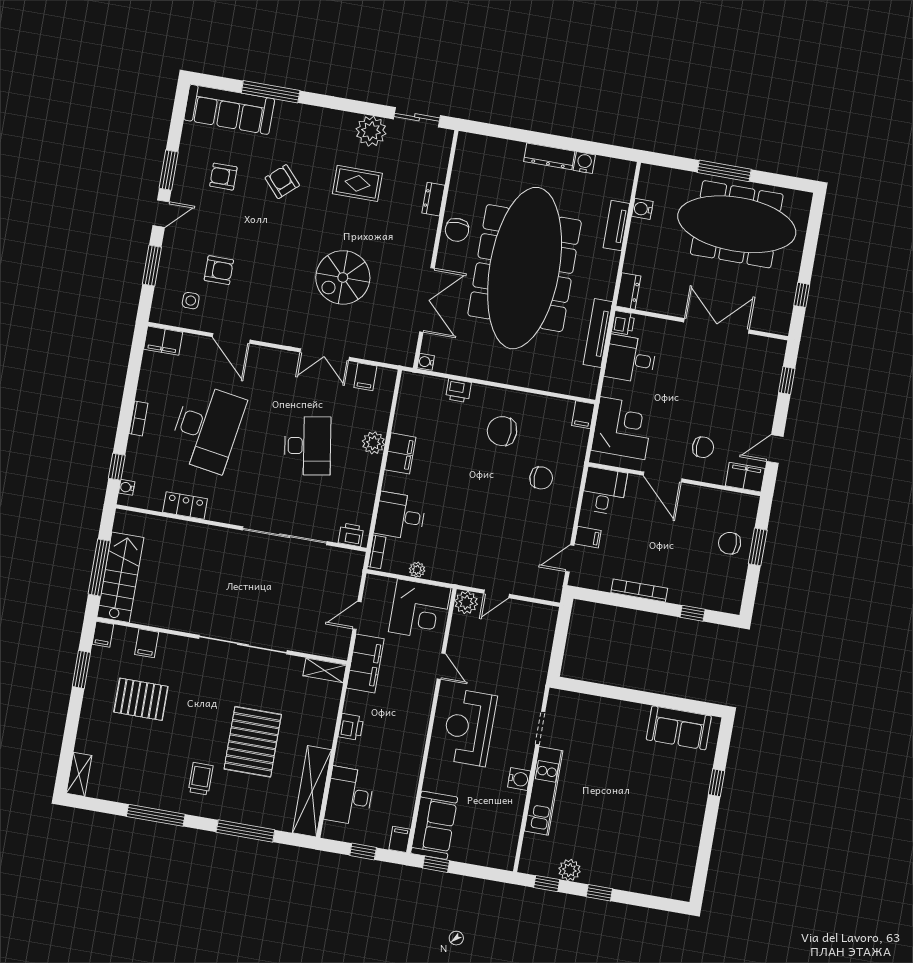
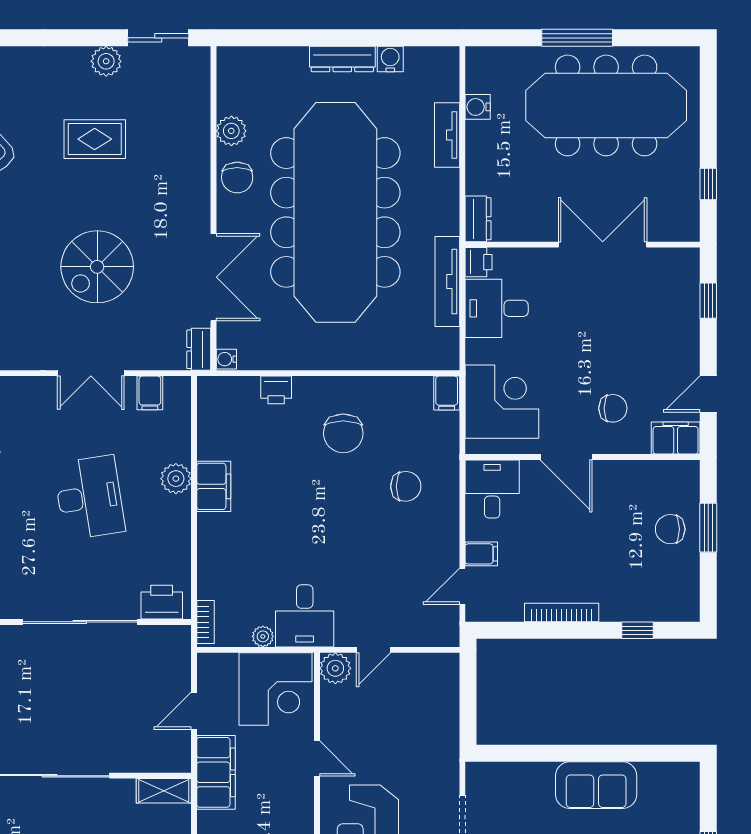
plant: (371, 131) -> (106, 61), width x0.73, depth x0.73
plant: (459, 195) -> (231, 131), added
dresser: (433, 199) -> (199, 349), moved
chair: (502, 431) -> (343, 433), turned -90
desk: (400, 516) -> (305, 616), moved, turned -90
printer: (351, 535) -> (162, 602), width x1.36, depth x1.24
sofa: (679, 728) -> (596, 785), moved

